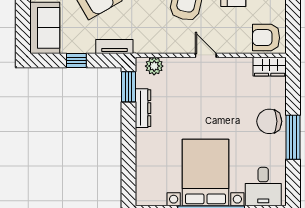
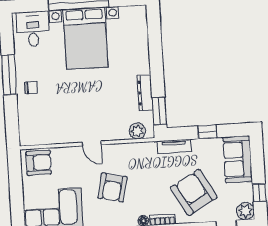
wardrobe: (270, 67) -> (34, 137), removed
chair: (269, 121) -> (31, 88), width x0.54, depth x0.54

